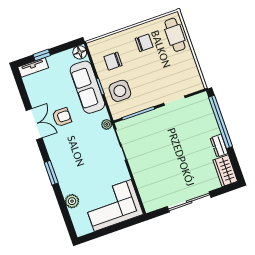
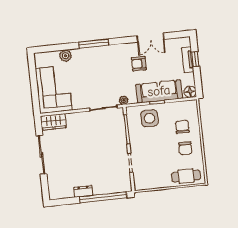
chair: (113, 61) -> (182, 127), moved
tv unit: (33, 67) -> (188, 60), moved
armchair: (62, 117) -> (139, 64), turned 90
double door: (34, 124) -> (150, 38), moved
wardrobe: (225, 171) -> (53, 122), moved, turned 180
window: (51, 173) -> (94, 44), width x1.44

